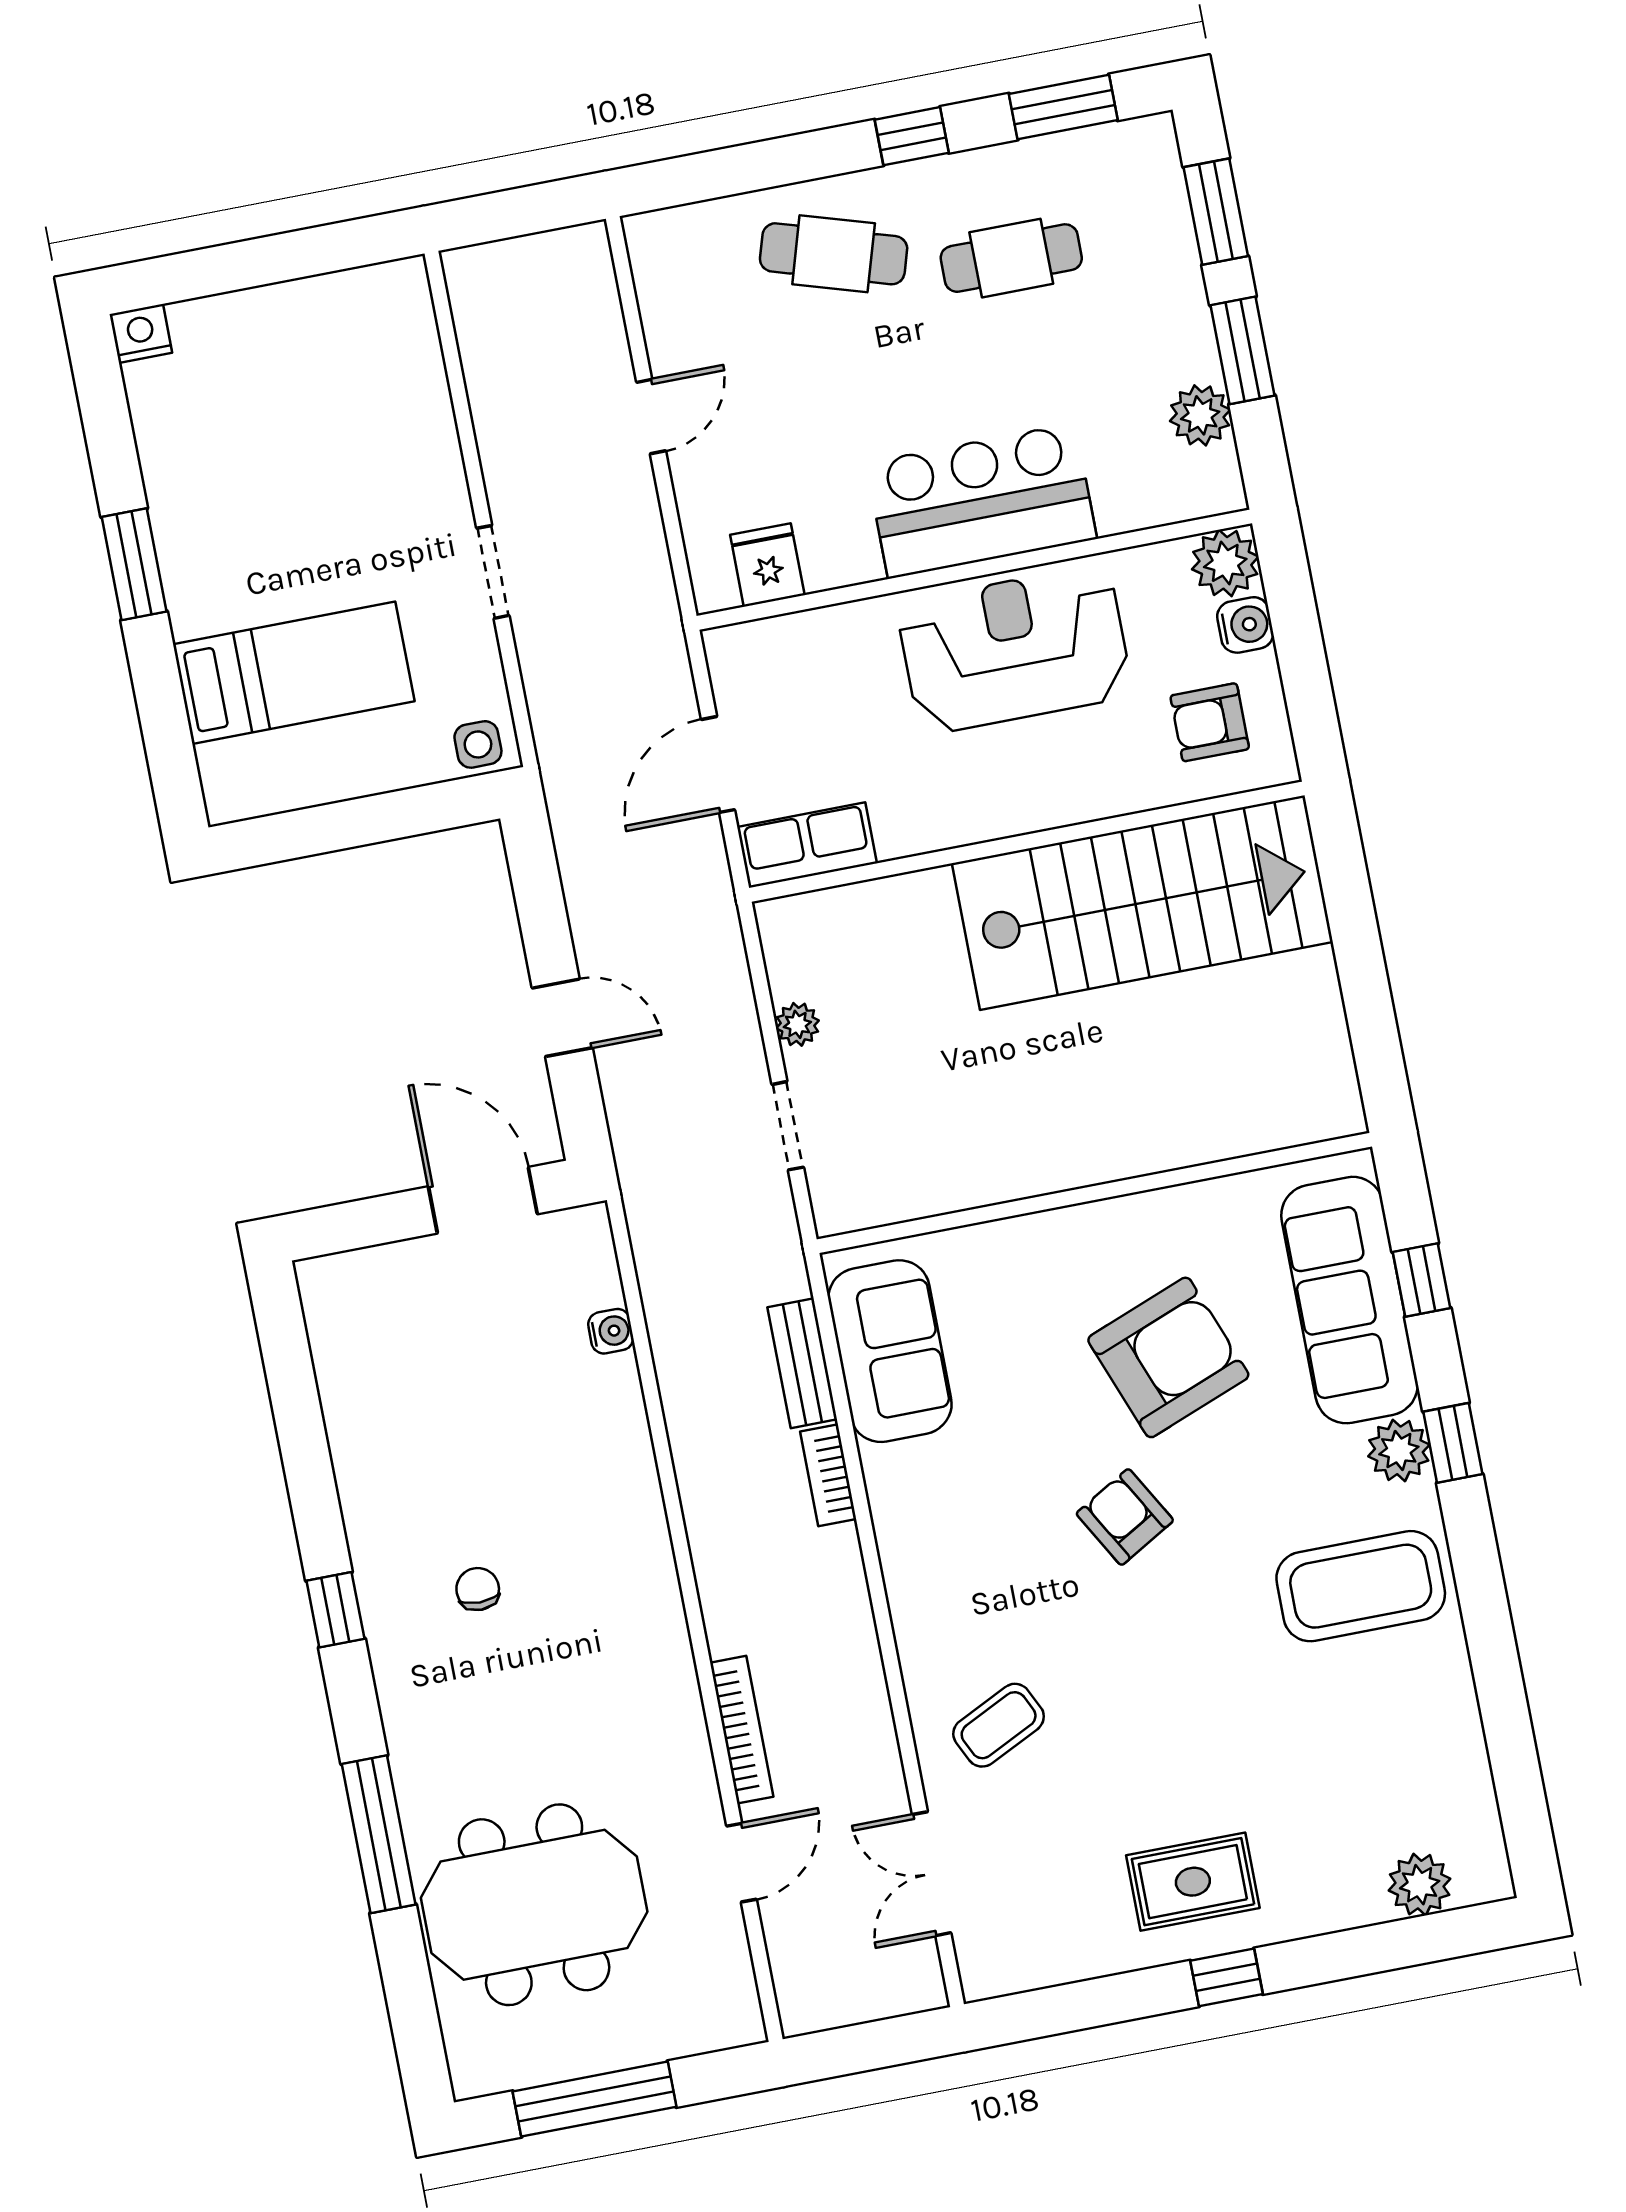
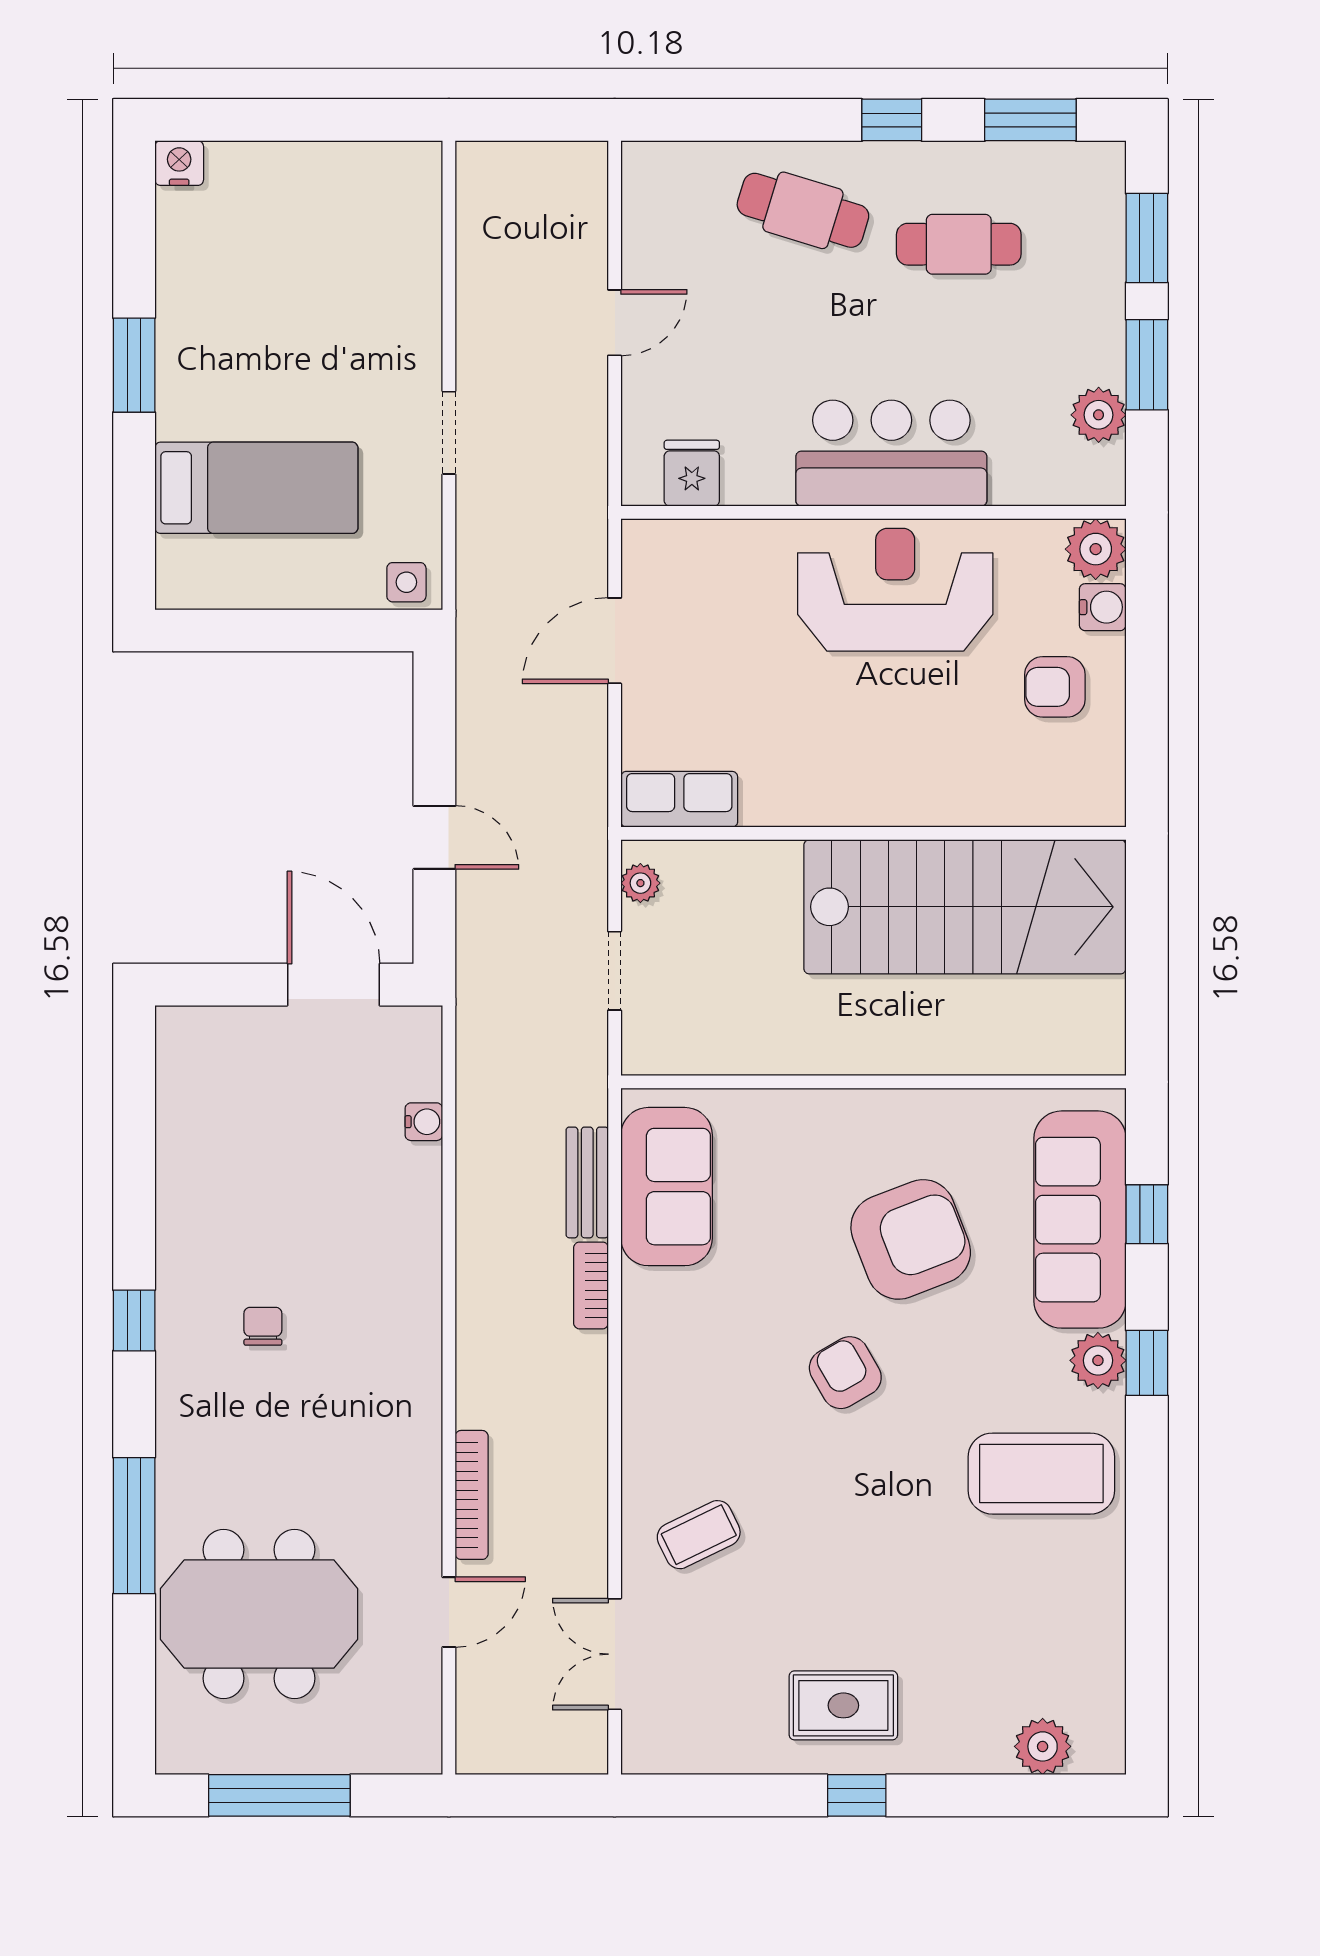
wall: (1027, 842) -> (873, 833), moved
row of seats: (807, 845) -> (679, 799), moved
stairs: (1142, 903) -> (965, 907), moved

